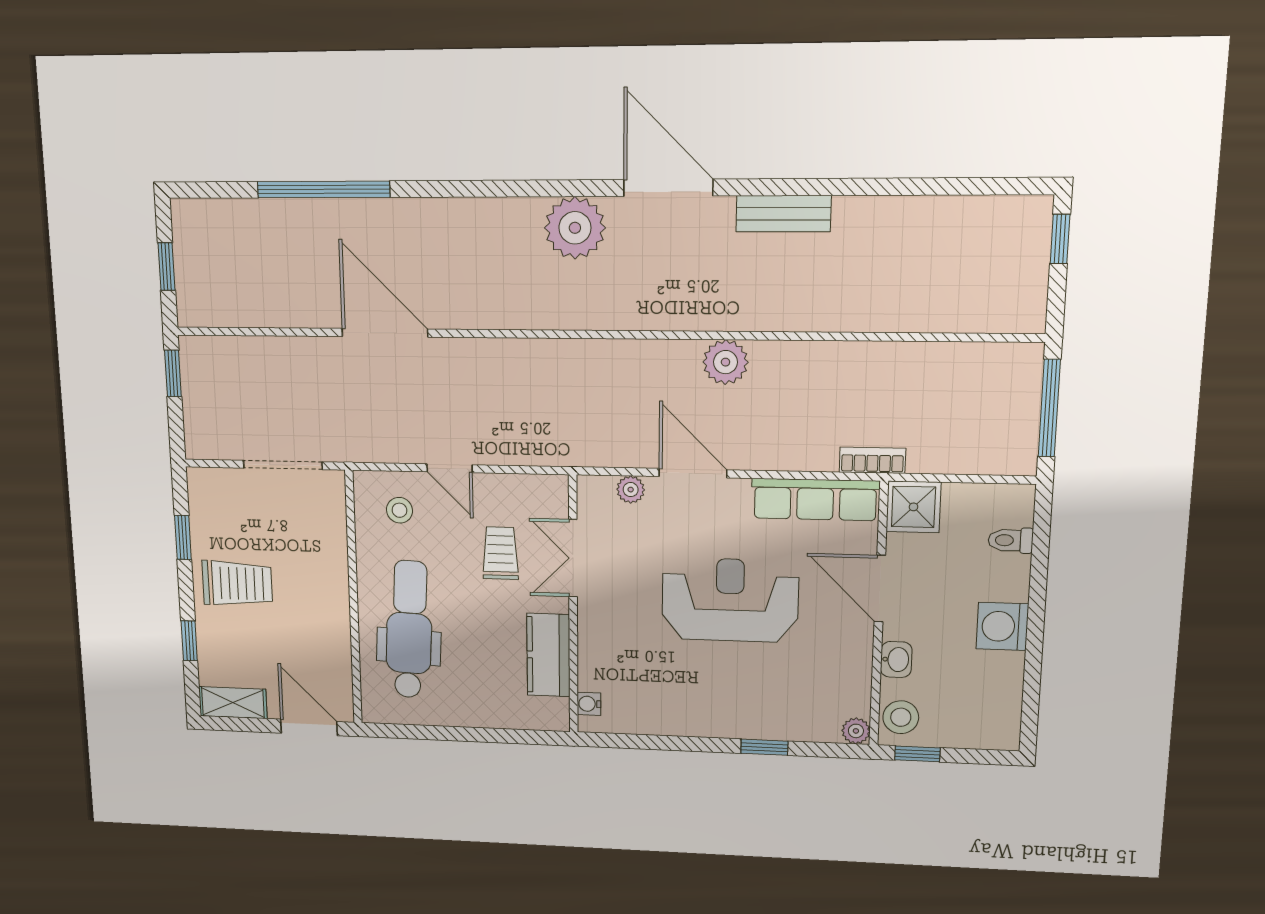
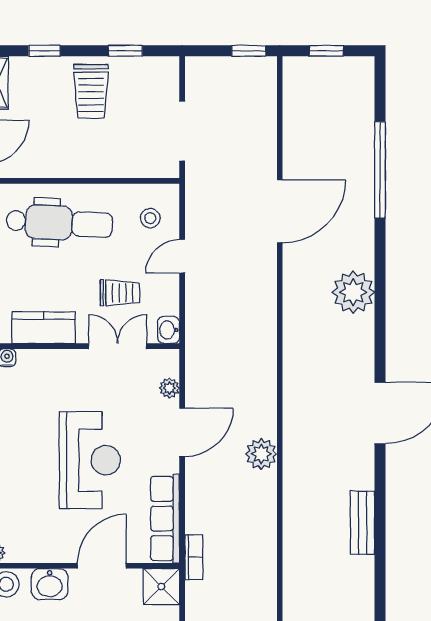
bench: (783, 214) -> (363, 523), moved
plant: (575, 228) -> (353, 292), moved
washbasin: (550, 489) -> (169, 330), added
washbasin: (896, 660) -> (50, 584), width x1.38, depth x1.45

